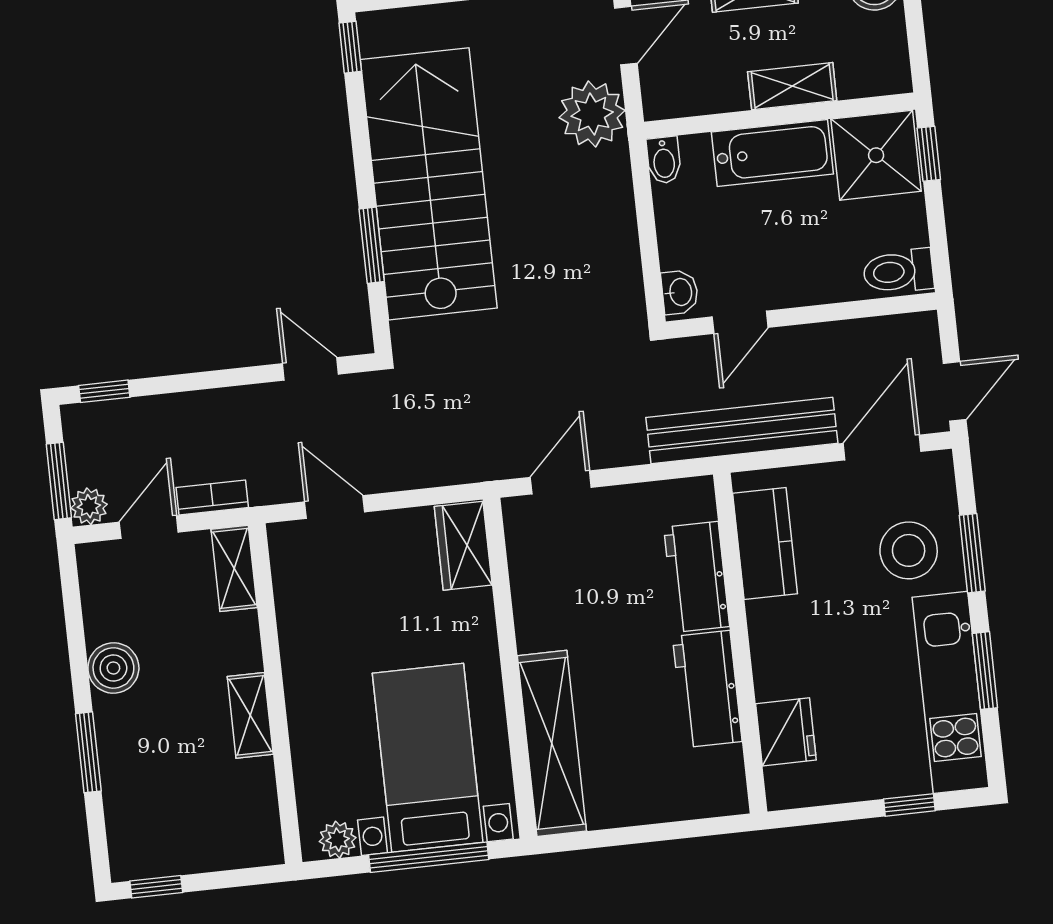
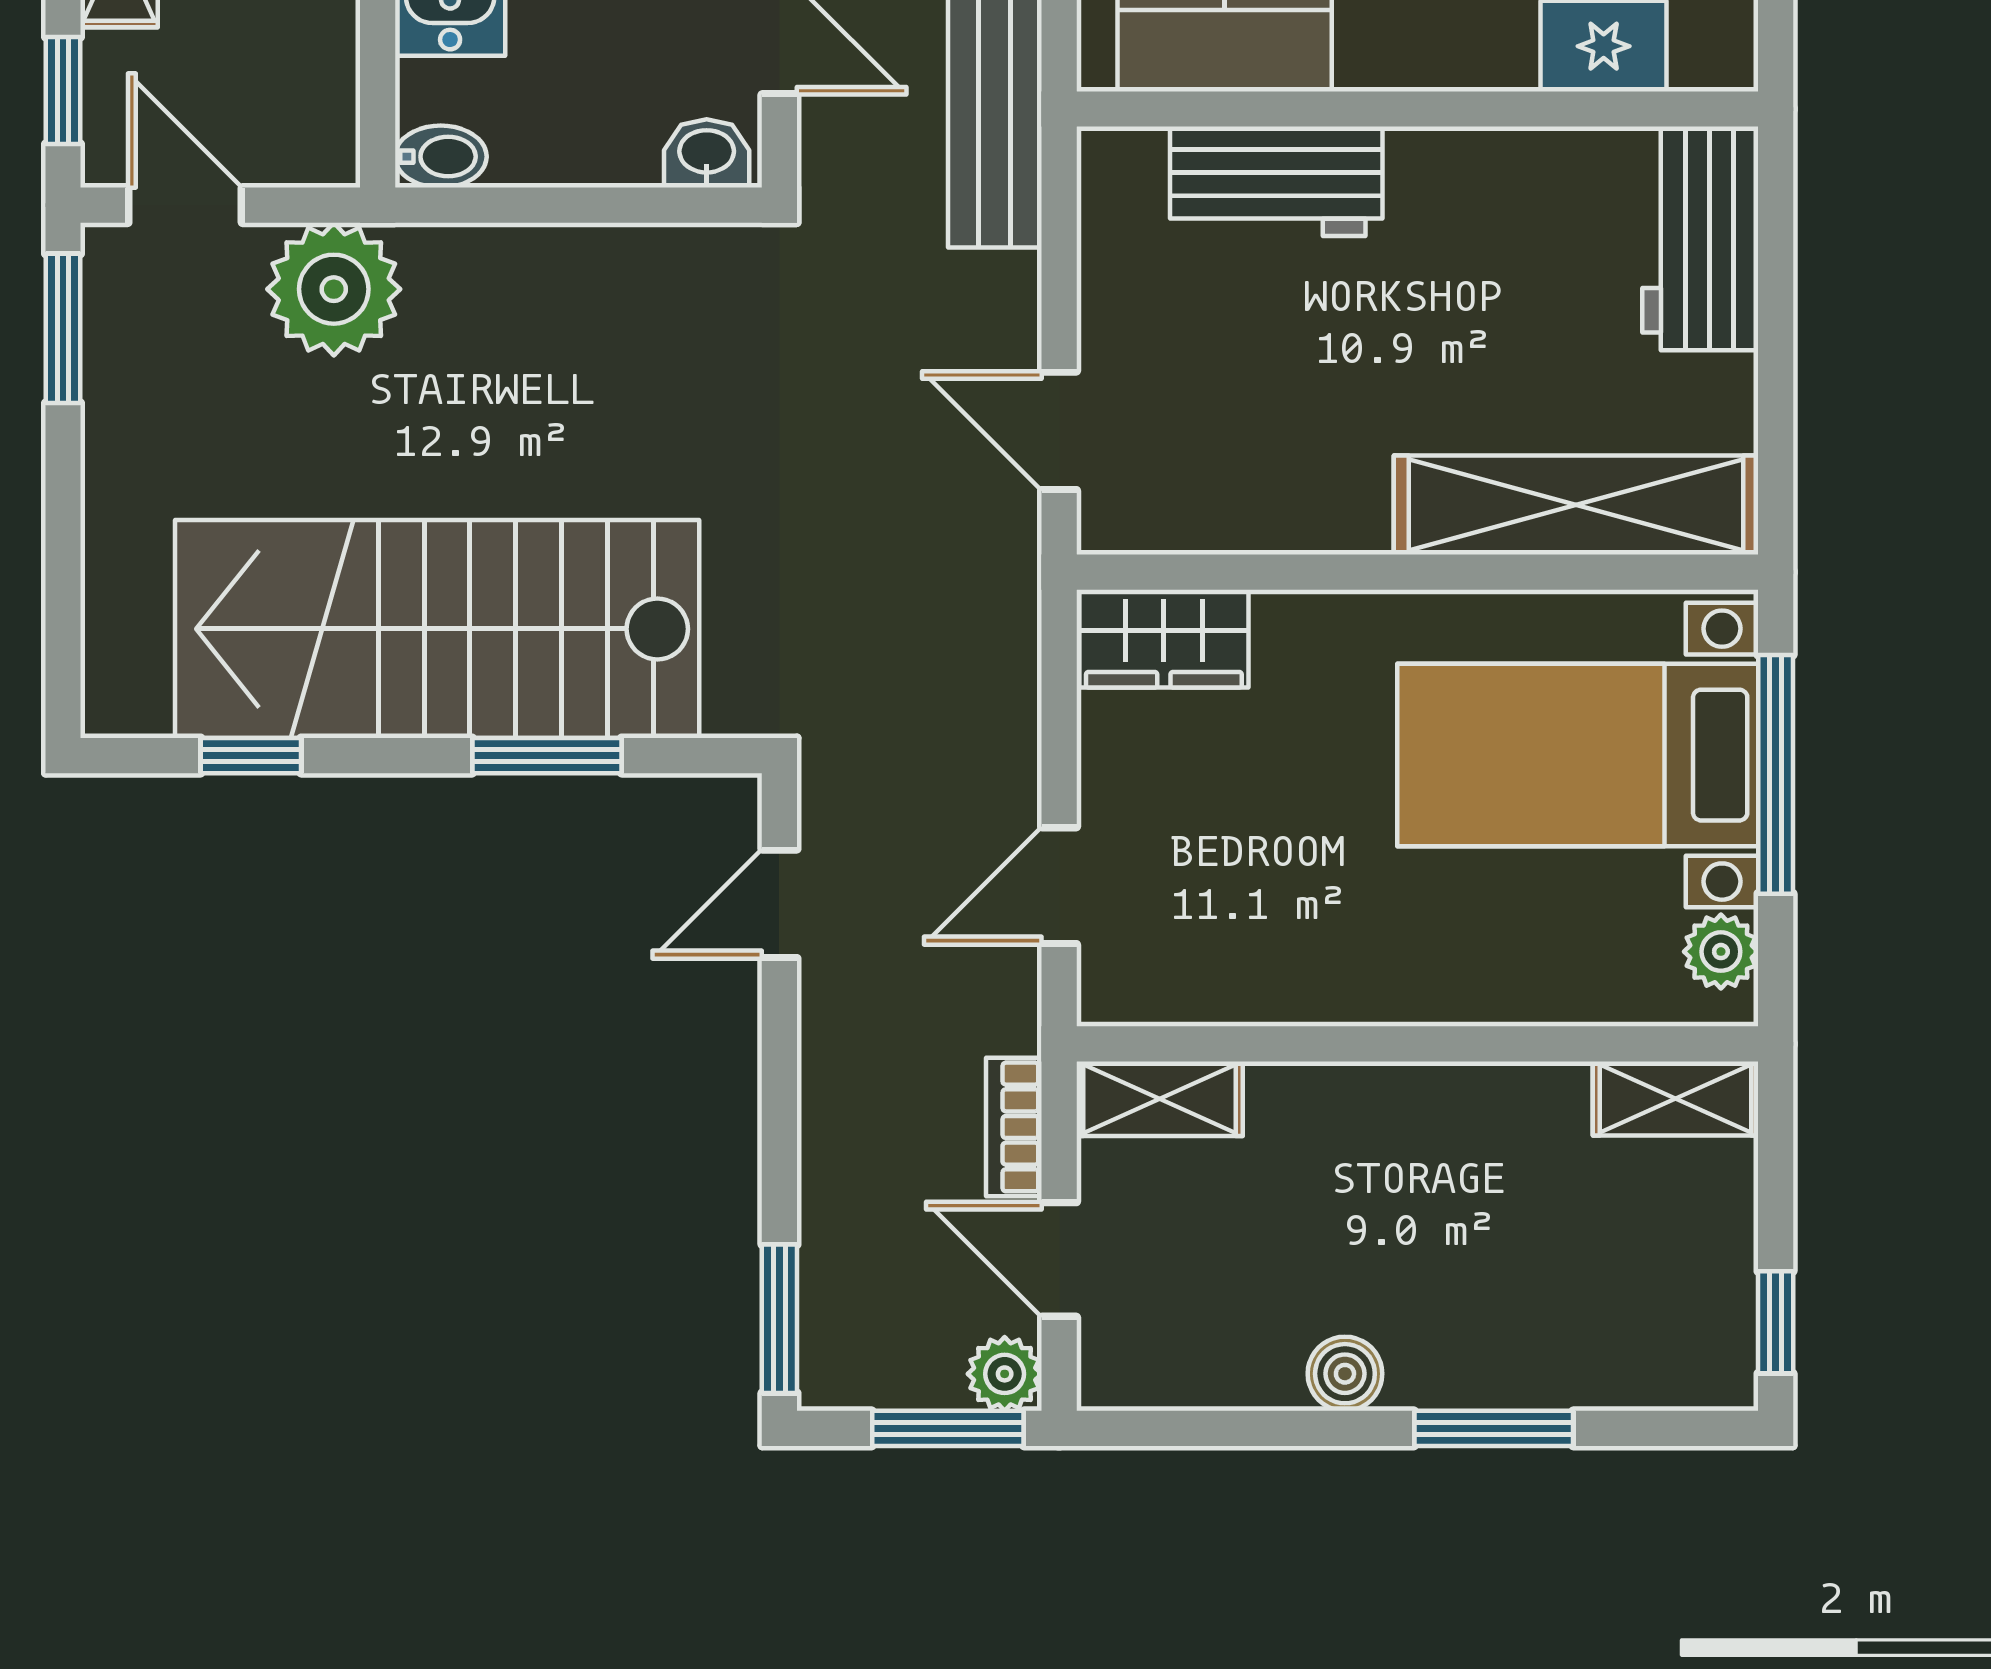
window: (350, 47) -> (251, 756), moved
window: (104, 391) -> (779, 1319), width x1.50
boiler: (113, 668) -> (1345, 1374), width x0.73, depth x0.73
workbench: (707, 689) -> (1700, 238), moved, turned 90
shelving: (250, 715) -> (1675, 1099), moved

